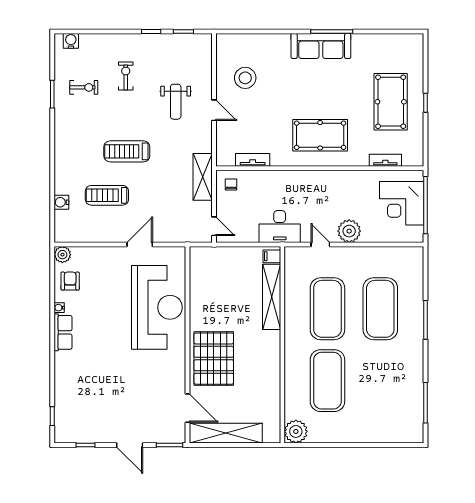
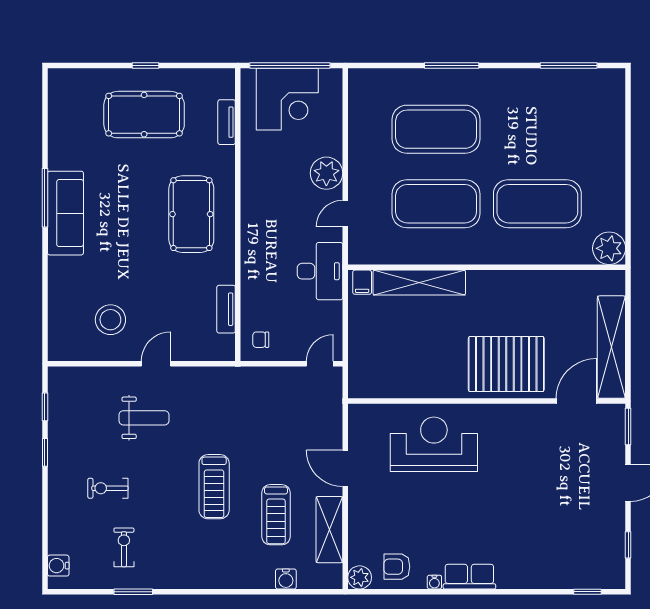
shelving: (203, 177) -> (329, 530), moved, turned 90
reception desk: (157, 307) -> (434, 444), width x0.74, depth x0.77

